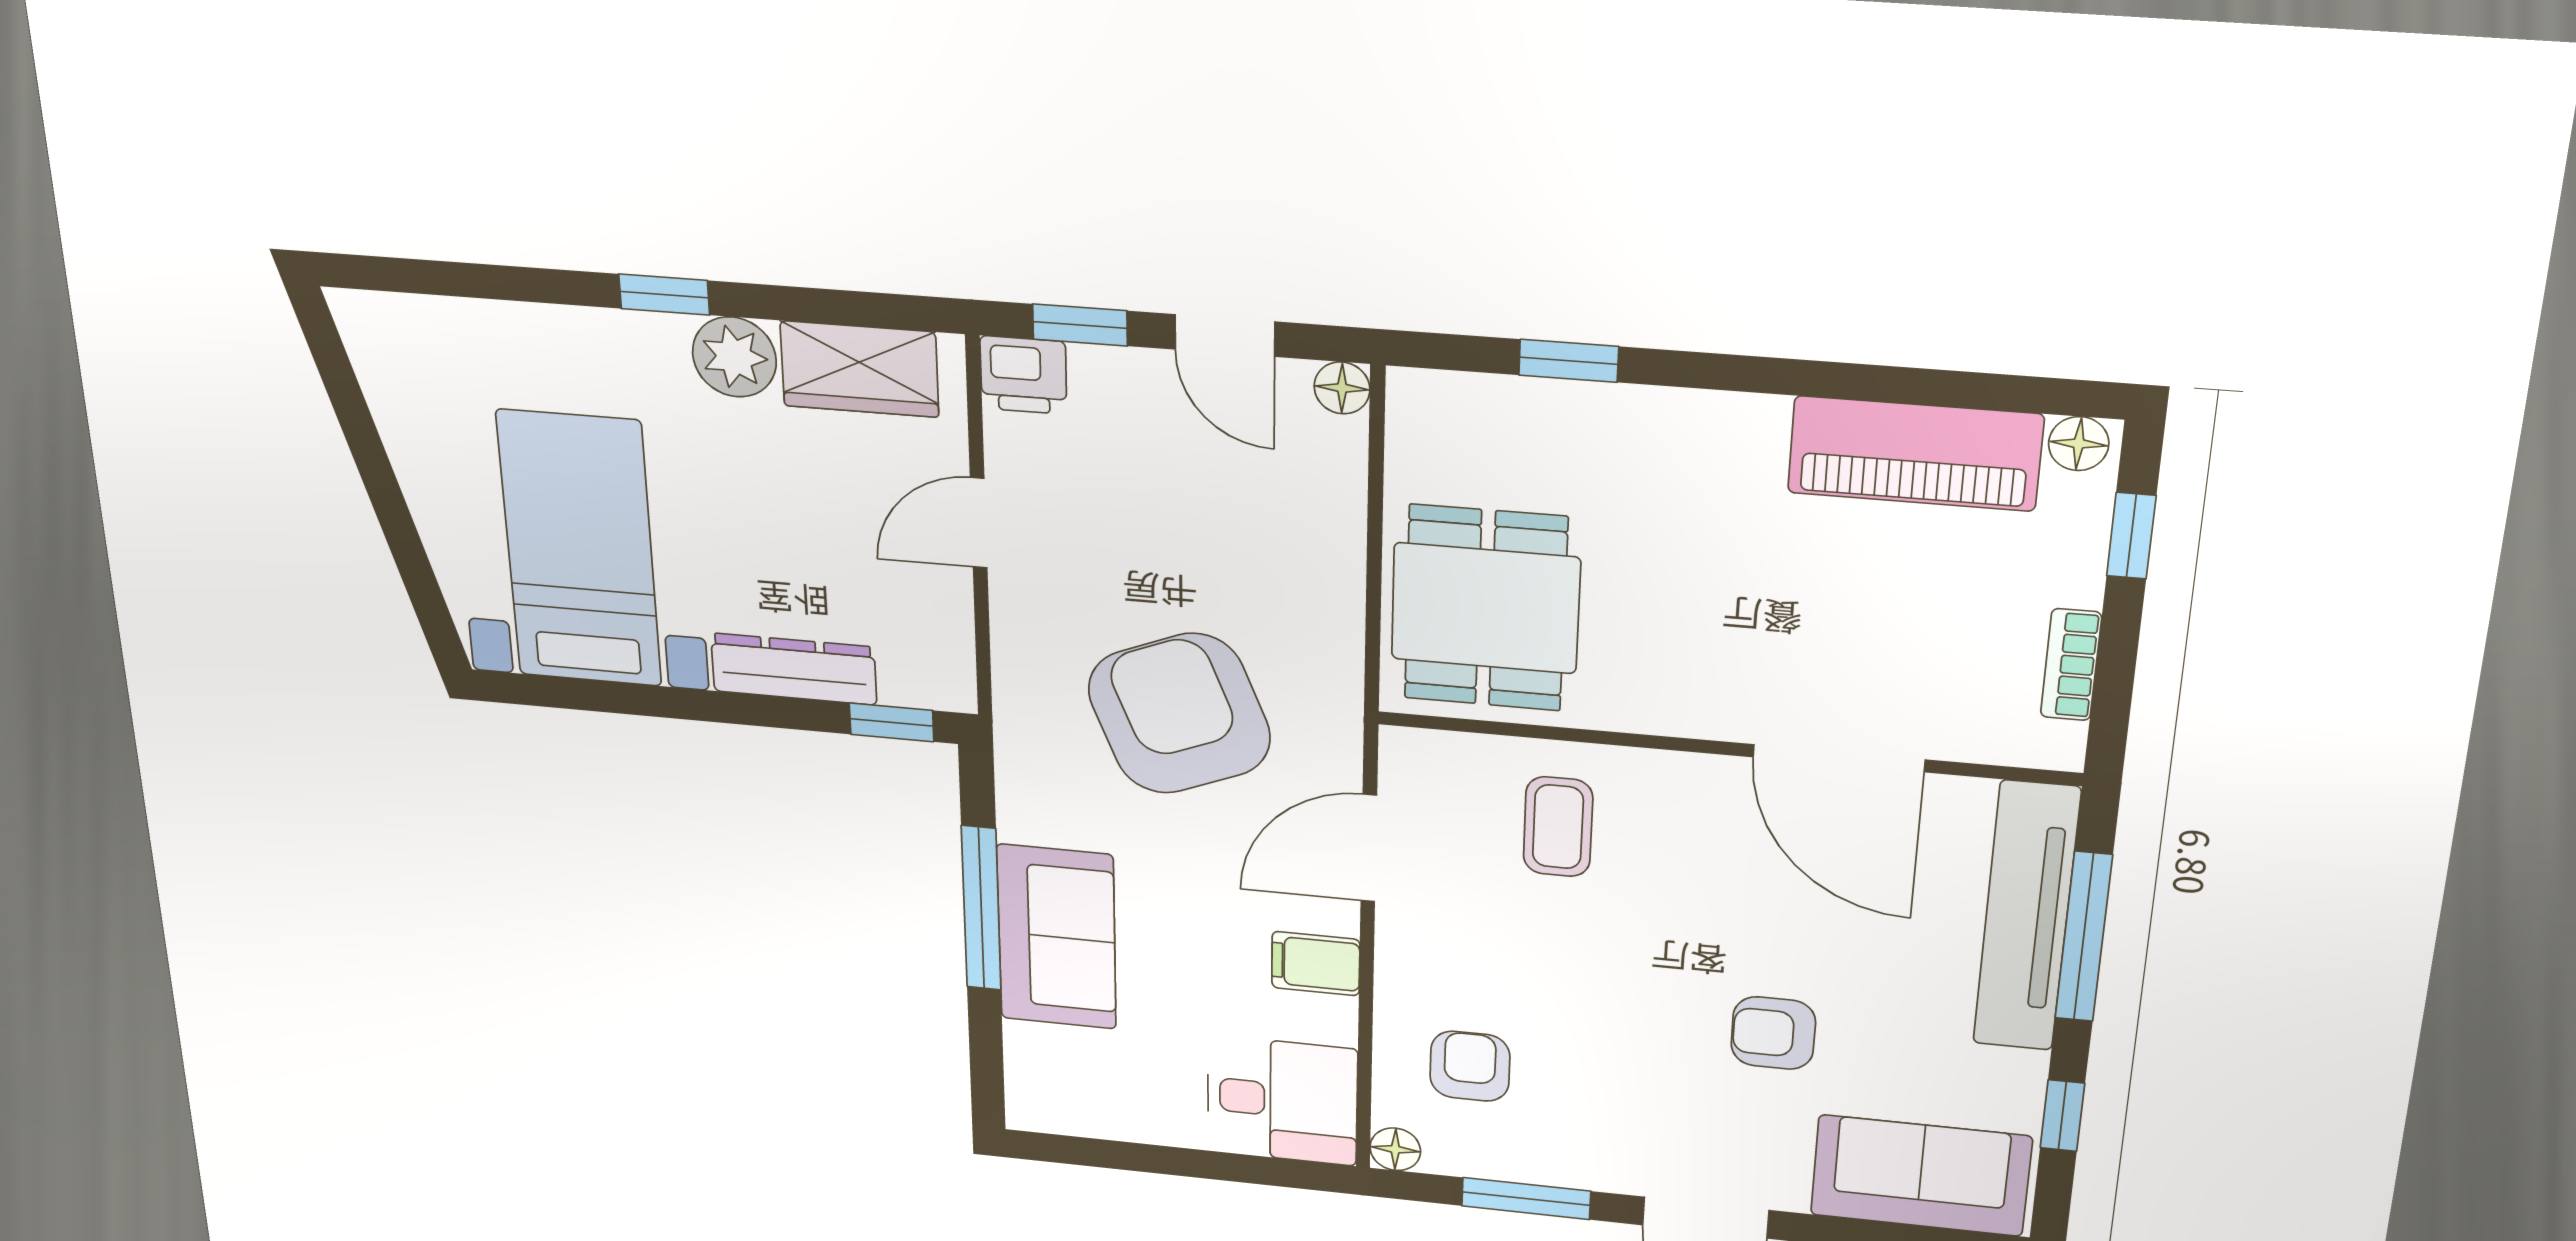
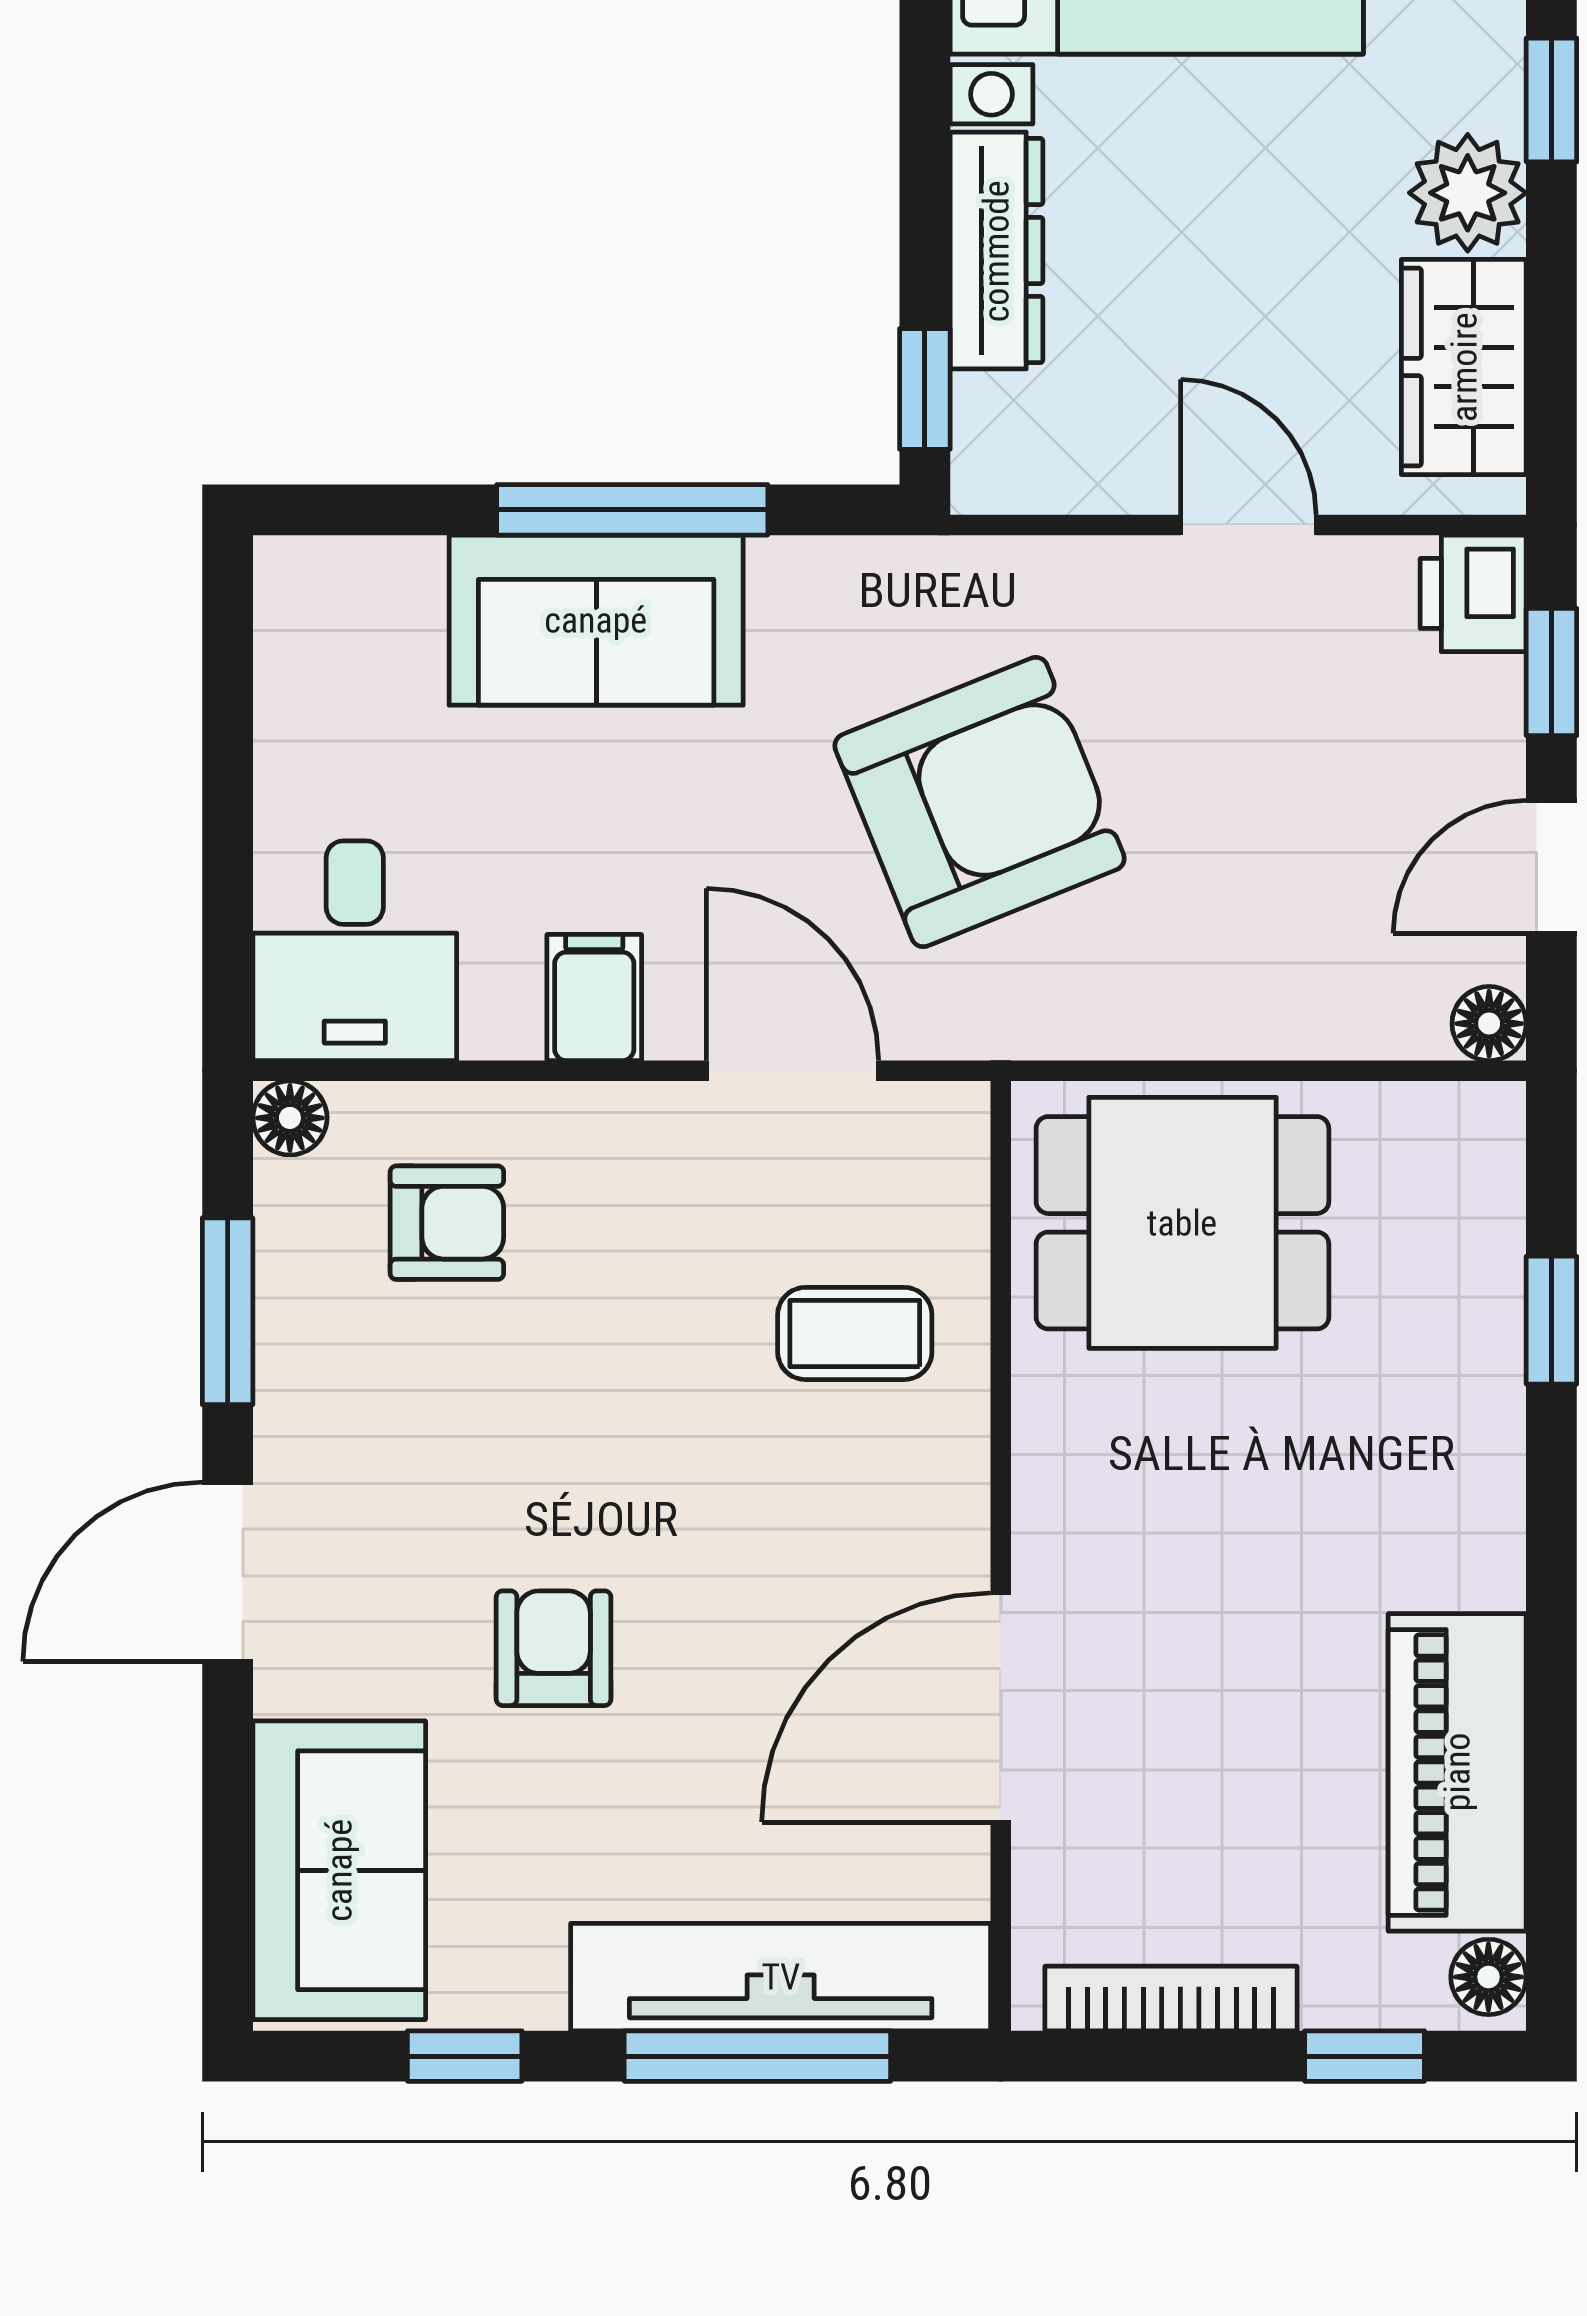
bookcase: (2071, 665) -> (1171, 1998), width x1.56

